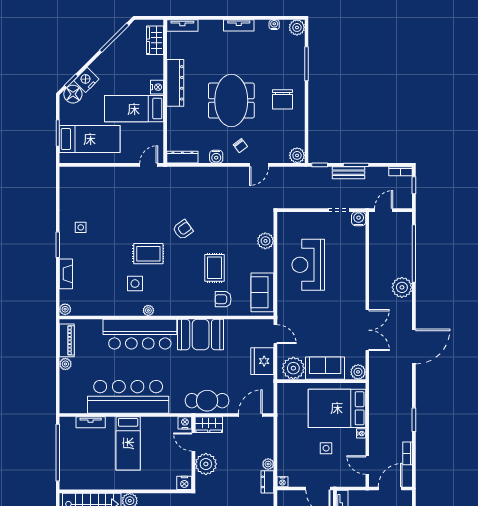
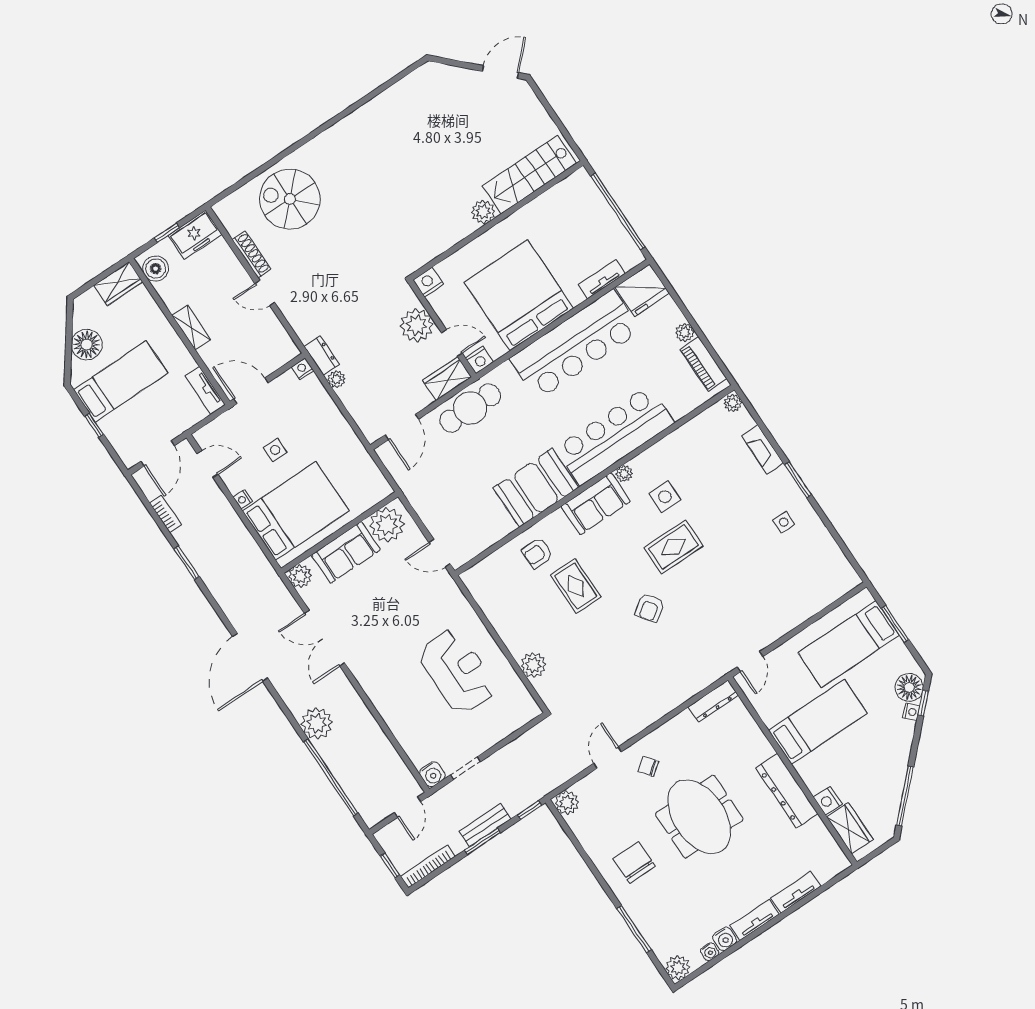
tv unit: (182, 26) -> (796, 892), moved
nightstand: (86, 80) -> (911, 712), width x0.53, depth x0.56
nightstand: (157, 87) -> (828, 801), moved
water cooler: (216, 157) -> (725, 939), moved, turned 180
bookcase: (401, 171) -> (428, 866), width x1.56
sofa: (262, 292) -> (596, 504), moved, turned 90
armchair: (223, 299) -> (537, 553), turned 180
fridge: (262, 361) -> (642, 290), moved, turned 90
bed: (128, 443) -> (519, 295), width x2.04

